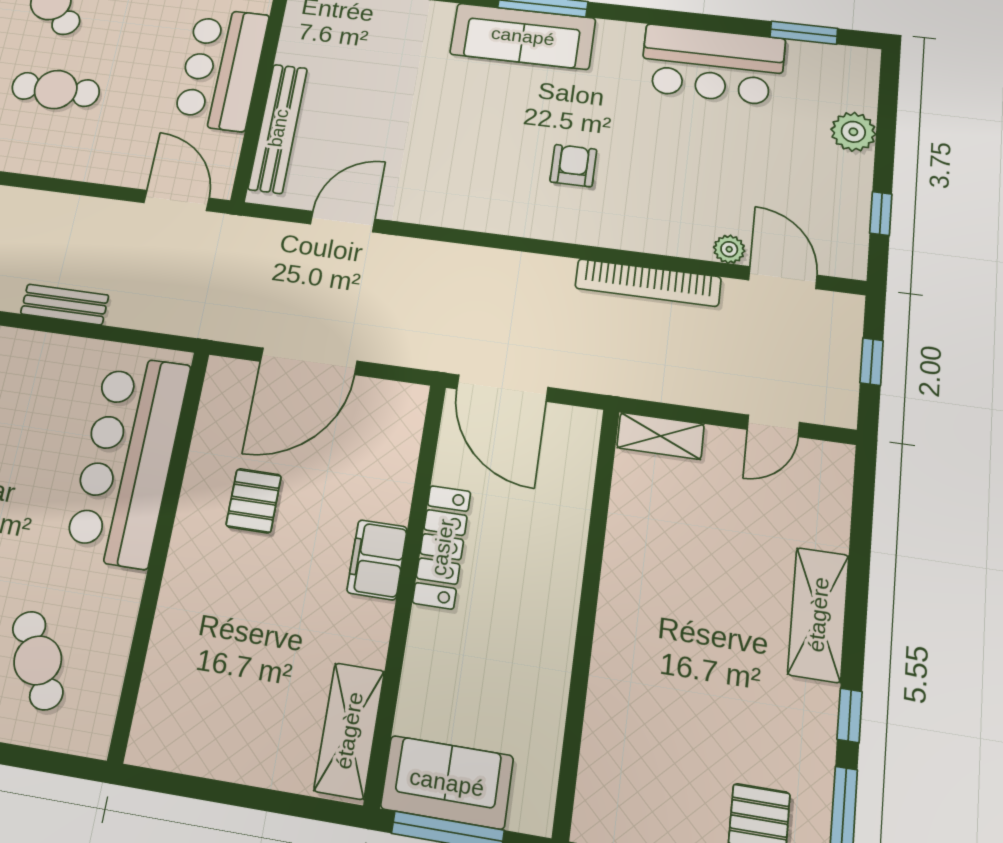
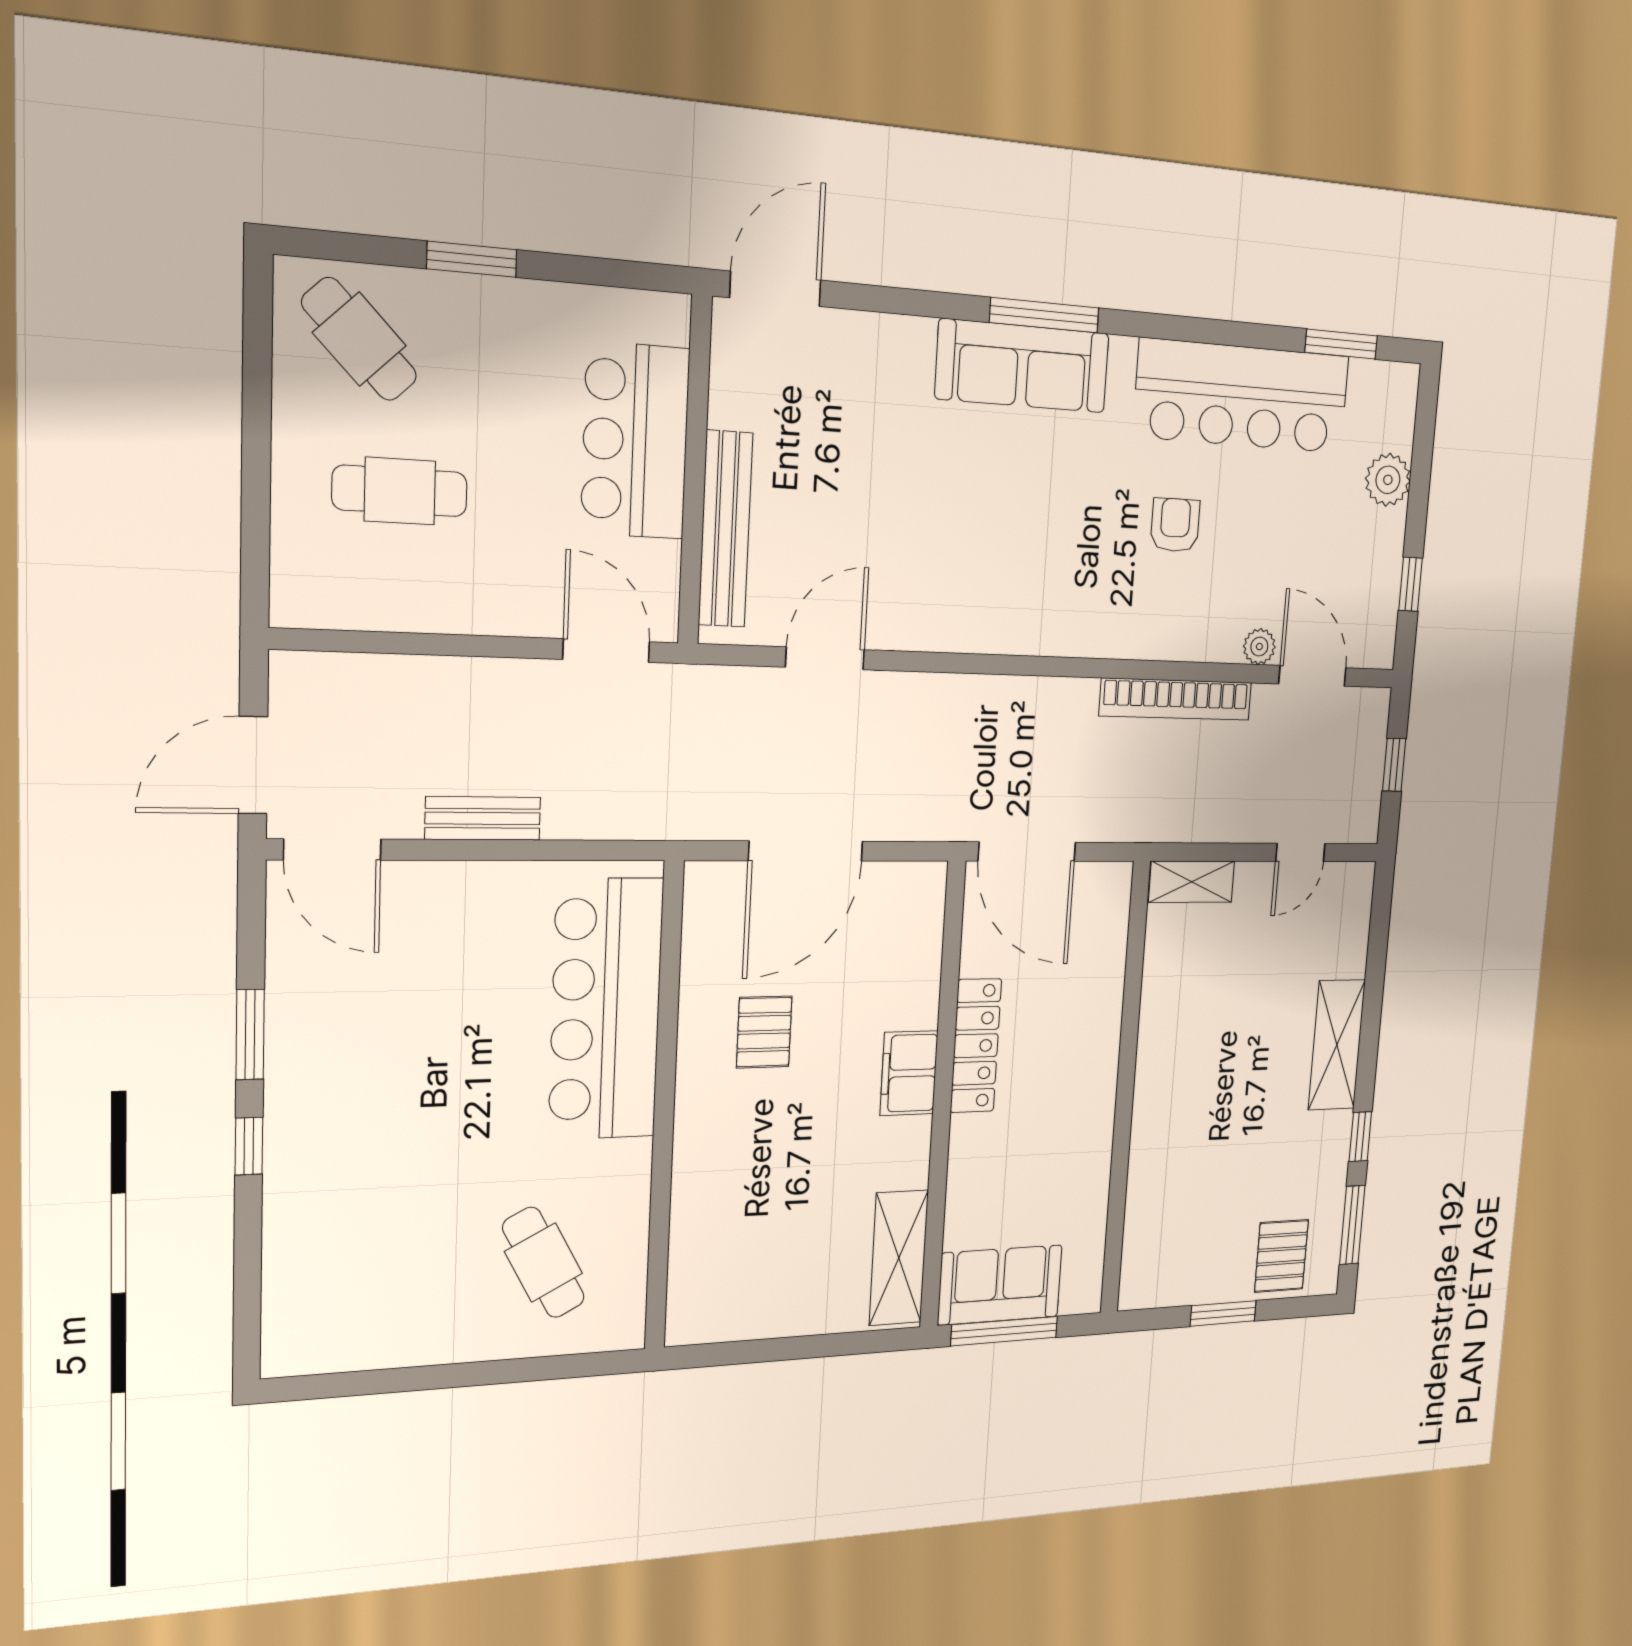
bar counter: (712, 65) -> (1242, 396), width x1.36
armchair: (573, 166) -> (1175, 525), moved

